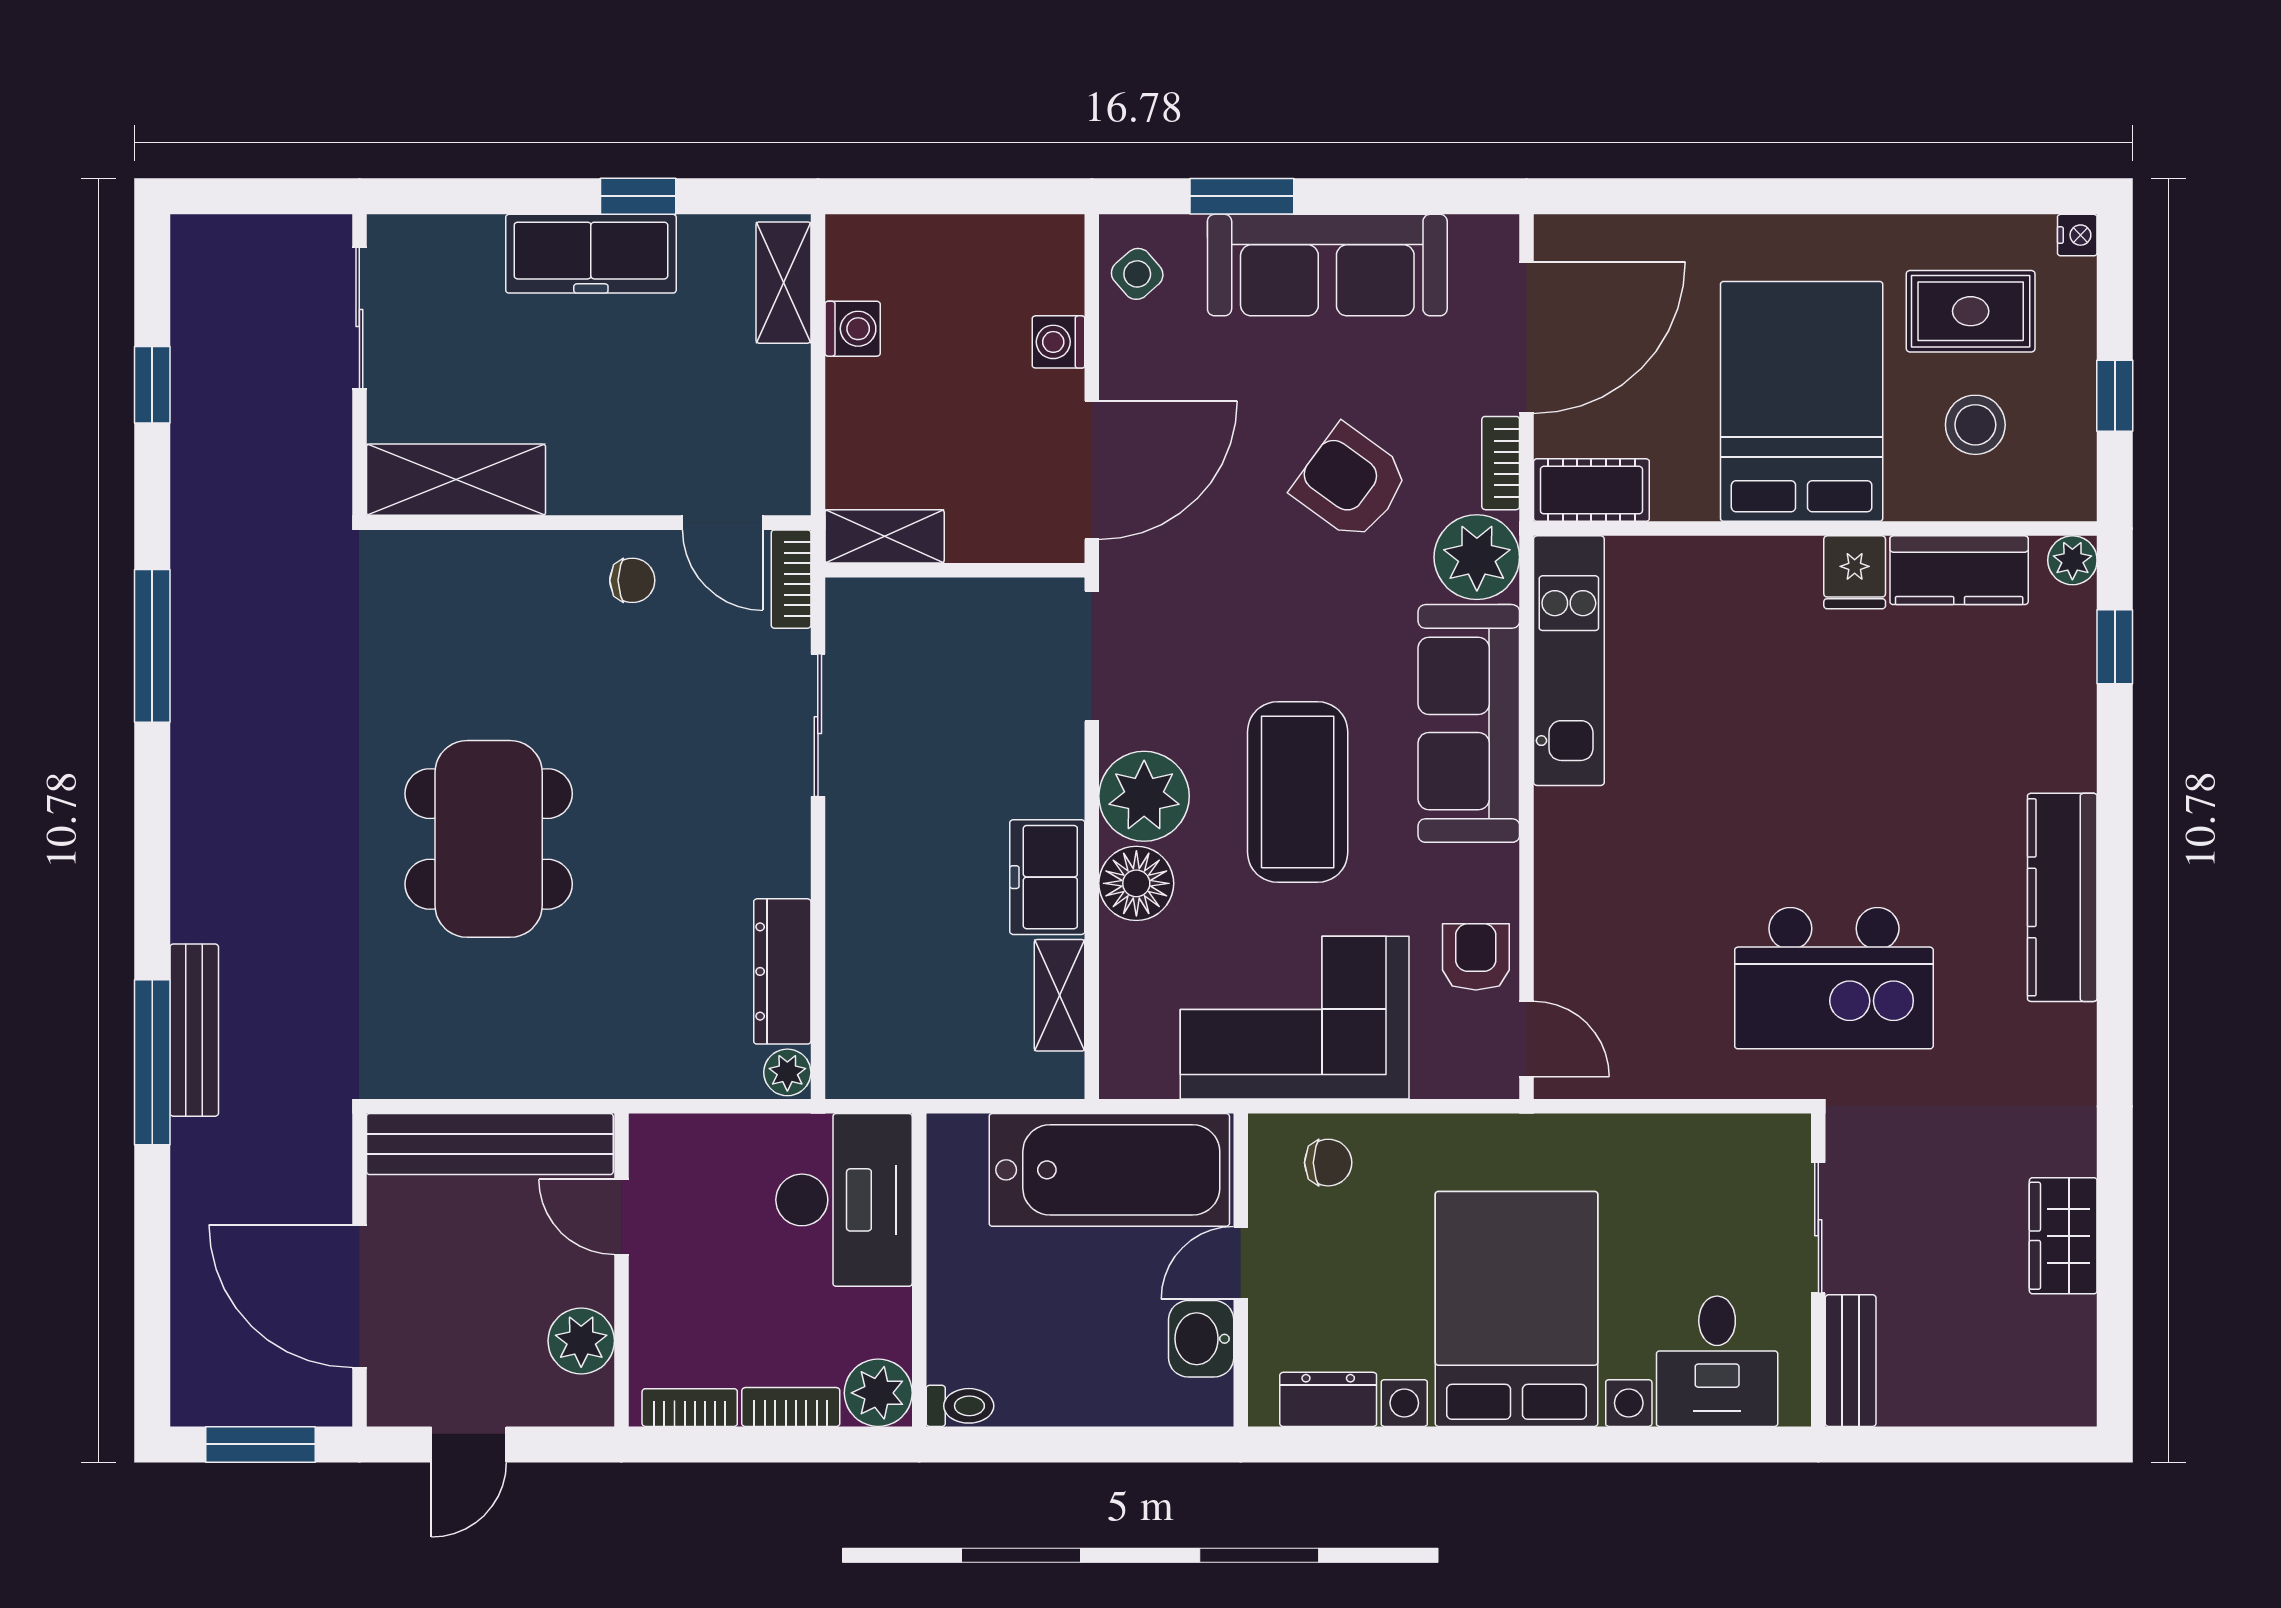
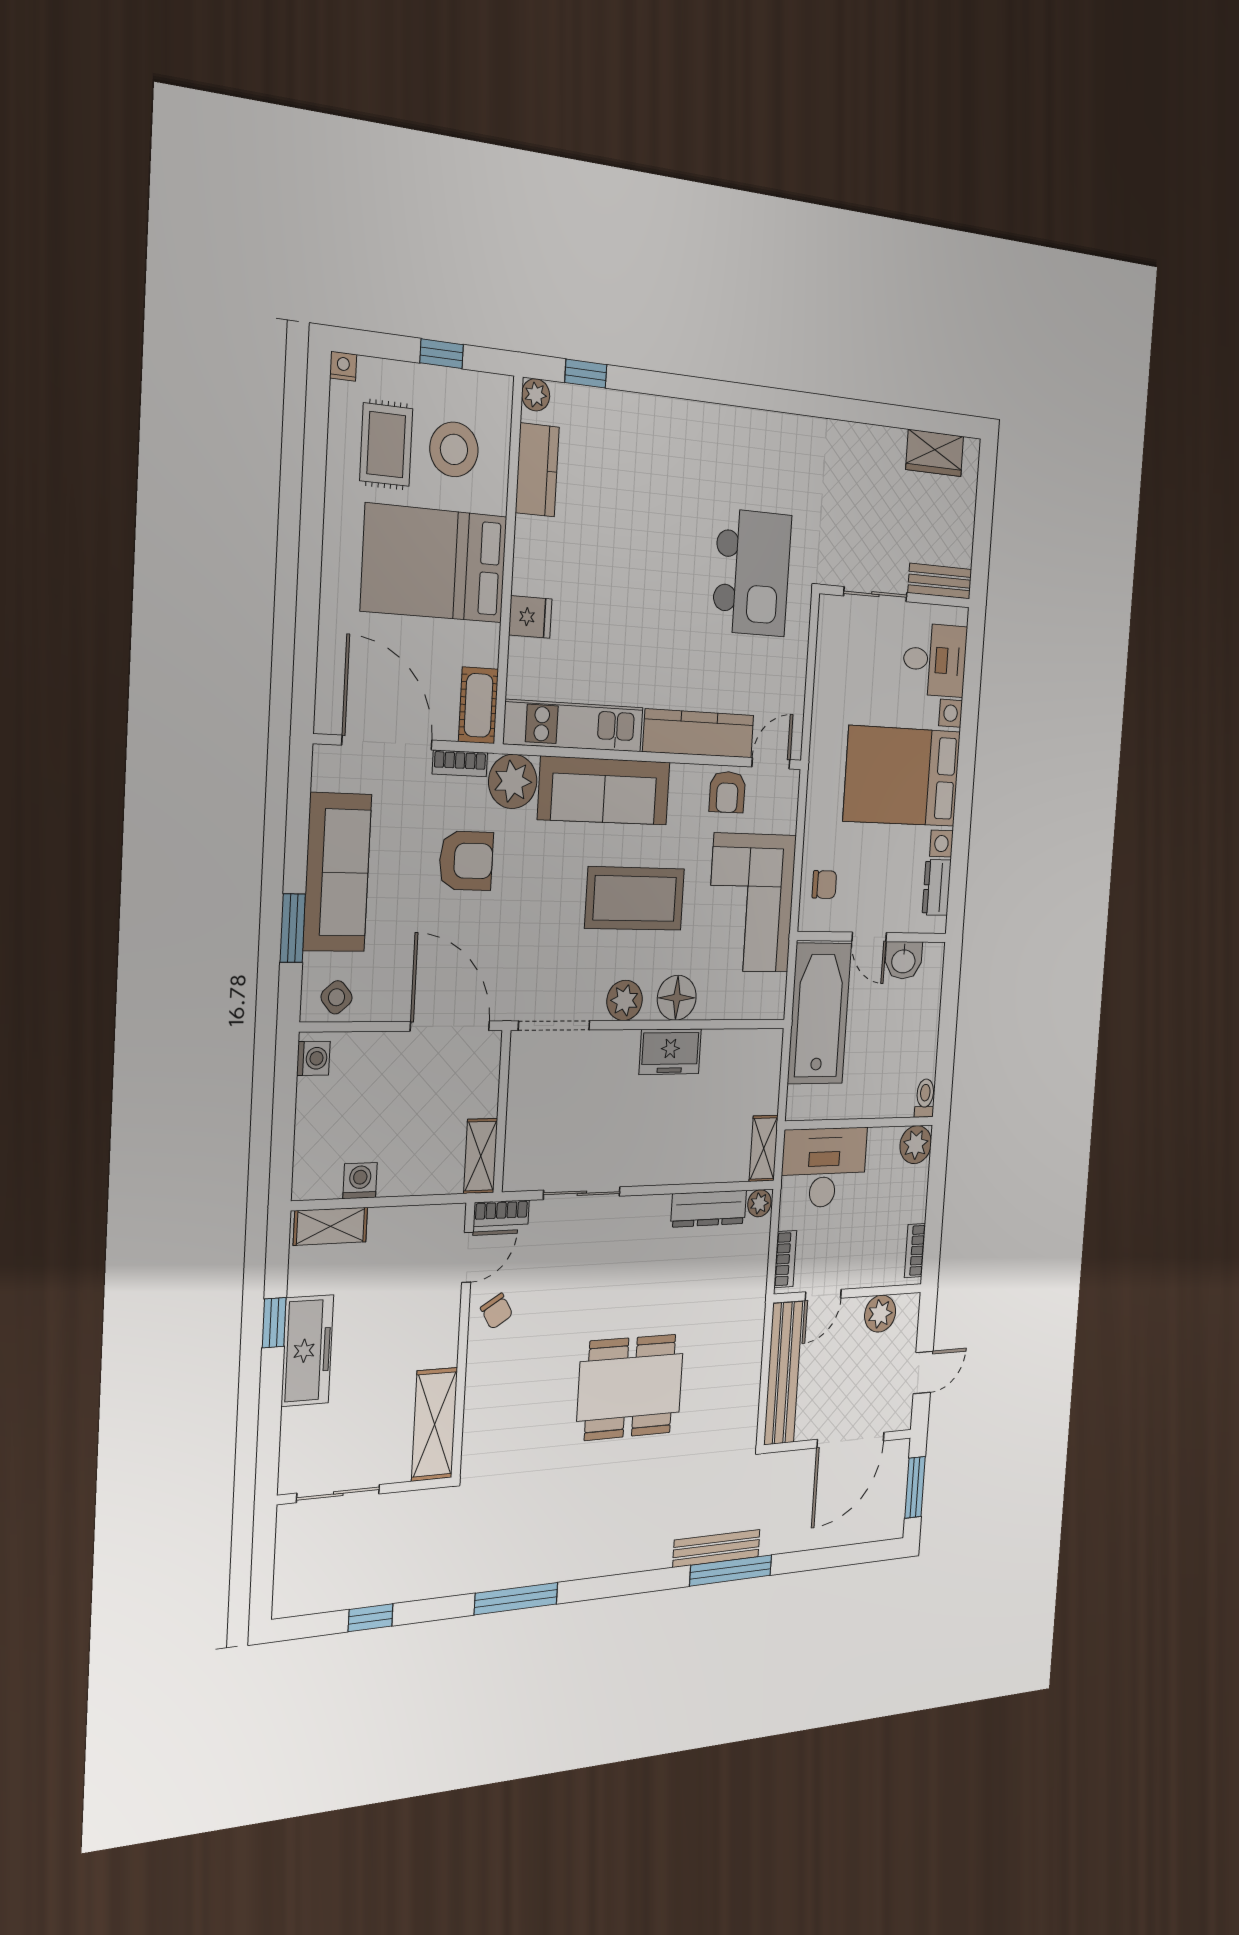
washing machine: (1058, 342) -> (313, 1058), moved, turned -90
stool: (1975, 425) -> (454, 449), width x1.38, depth x1.38
armchair: (1351, 483) -> (466, 861), turned -126
fridge: (1855, 572) -> (530, 617), moved
chair: (632, 580) -> (497, 1311), turned 149
plant: (1144, 796) -> (625, 1000), width x0.73, depth x0.73
kitchen counter: (2062, 897) -> (699, 733), moved, turned 180
armchair: (1476, 957) -> (727, 792), turned -90
shelving: (1060, 995) -> (764, 1148), moved, turned 90
chair: (1328, 1163) -> (824, 885), turned 90
wardrobe: (2063, 1236) -> (935, 453), moved
bookcase: (791, 1407) -> (785, 1259), moved, turned 180
door: (469, 1444) -> (923, 1372), hinge flipped

